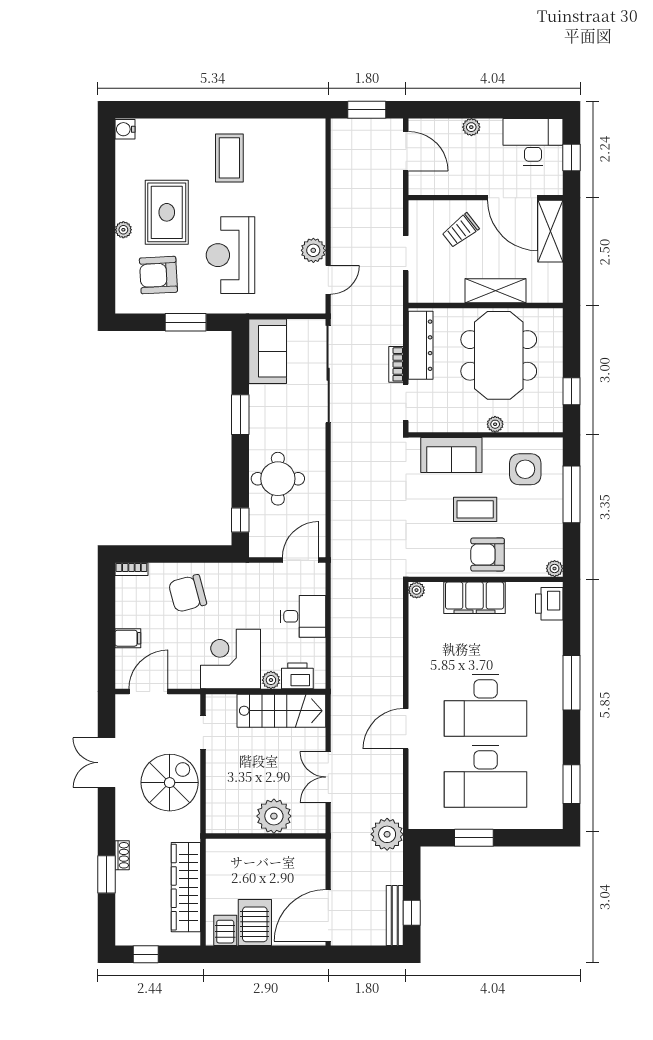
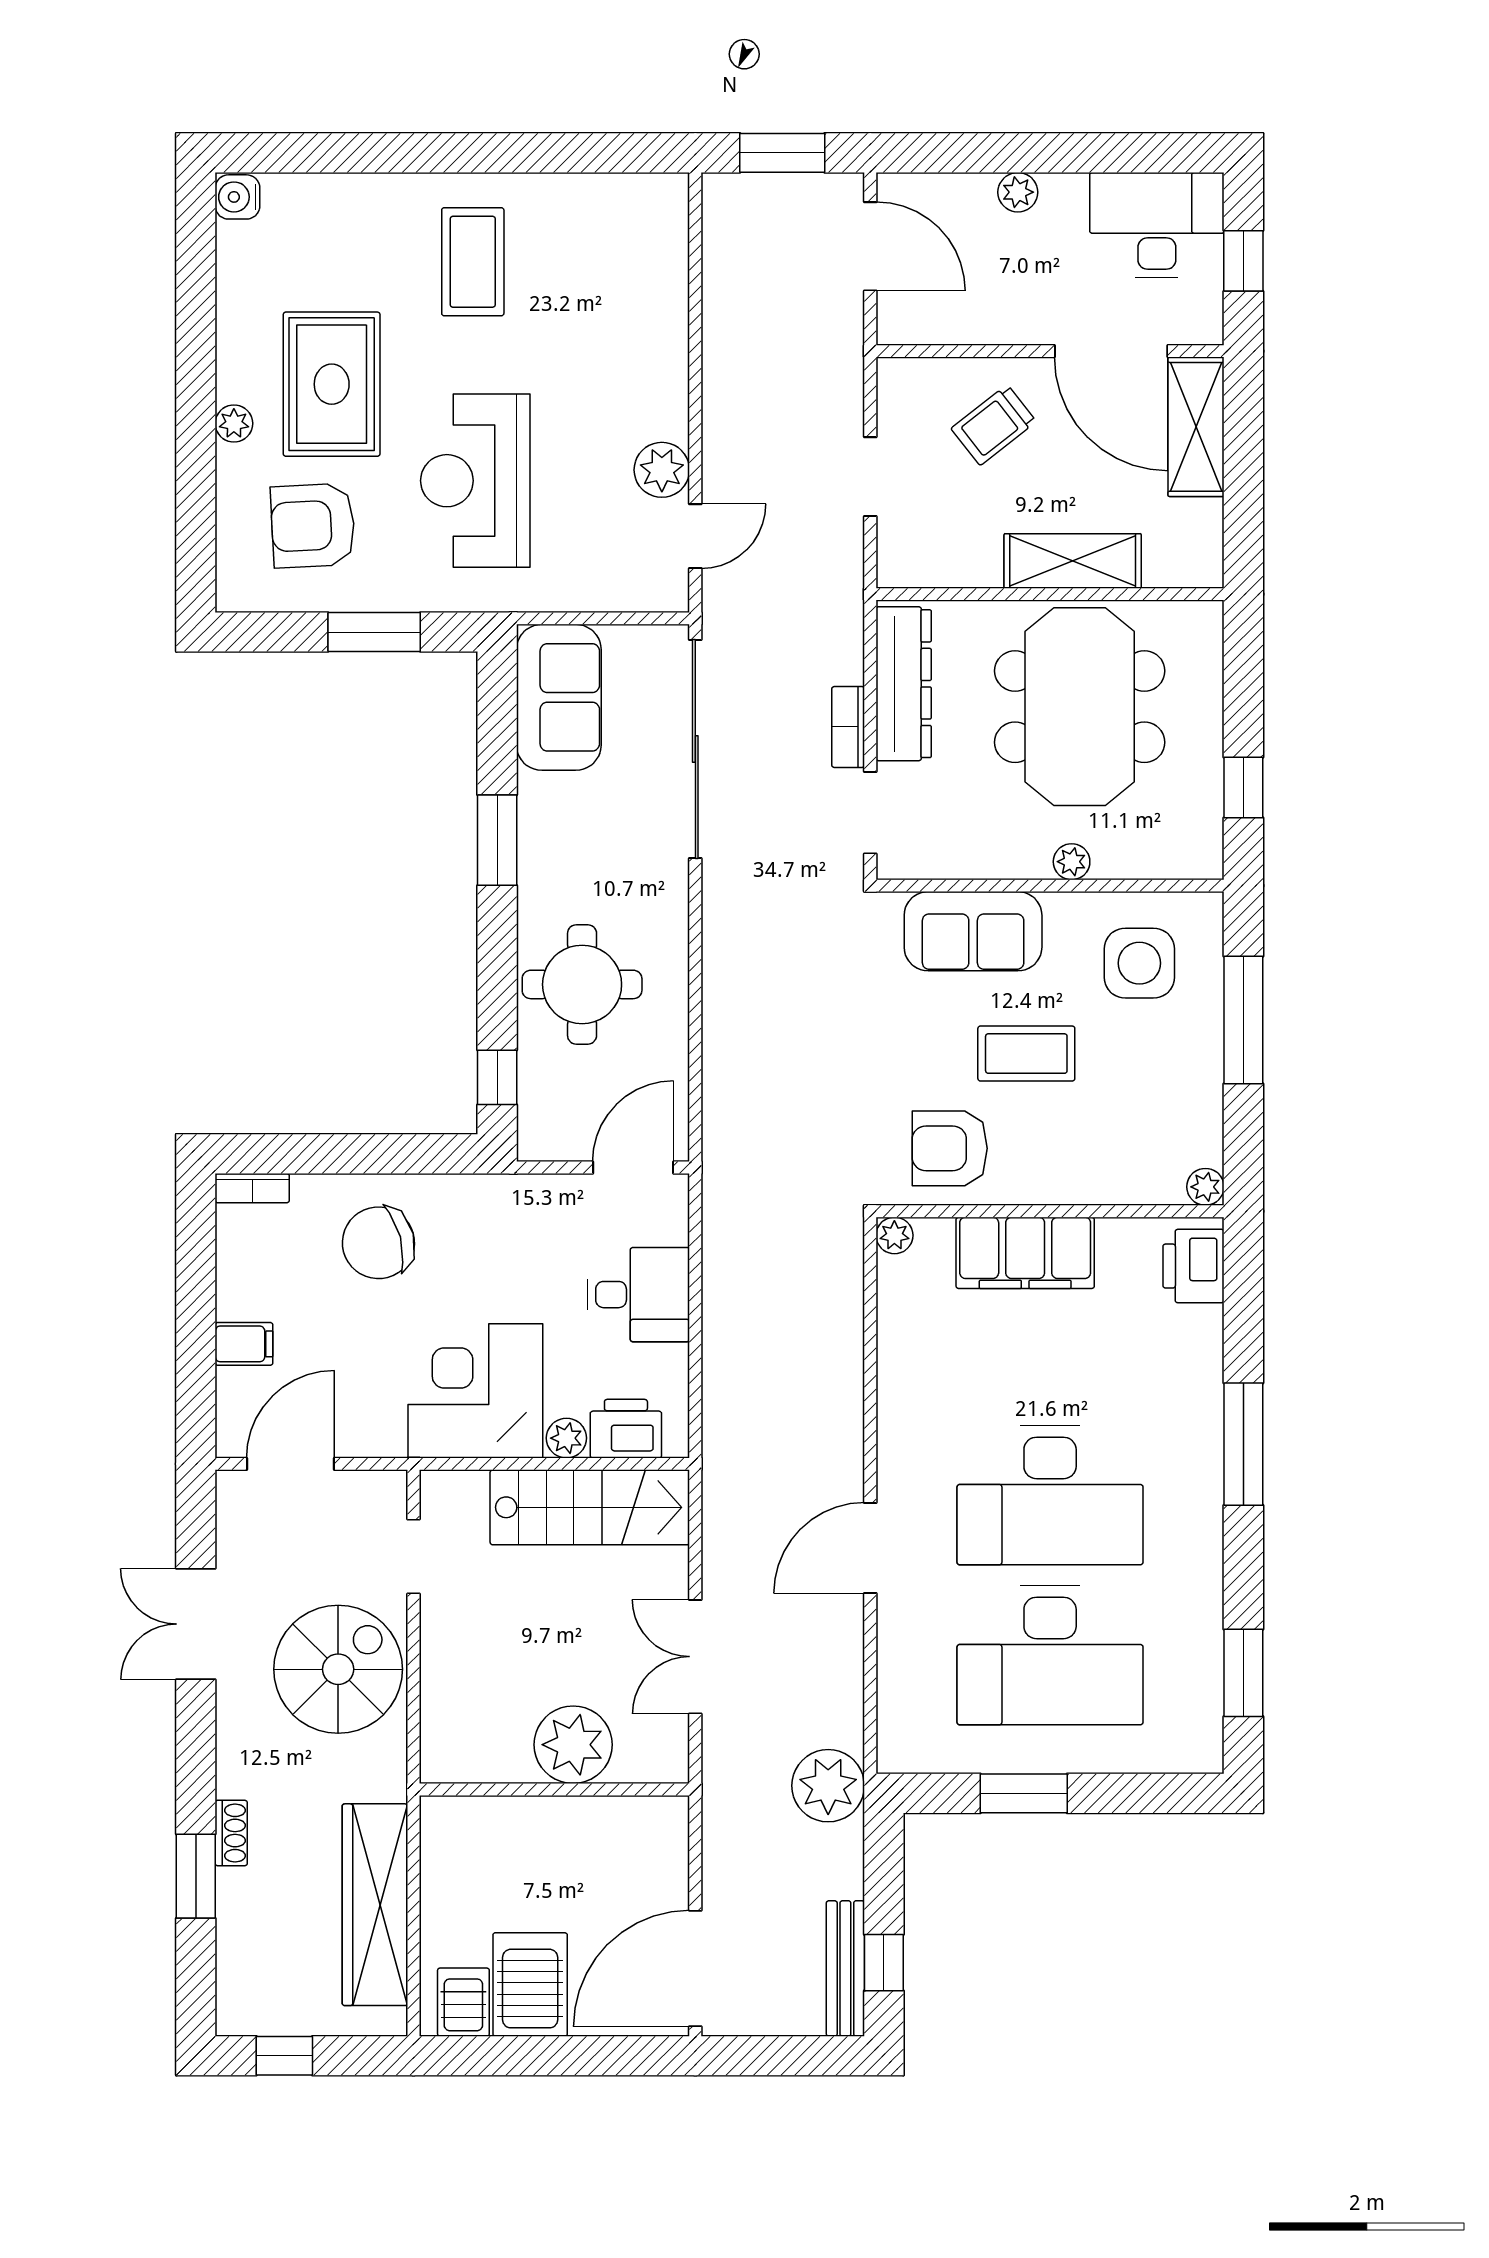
armchair: (488, 555) -> (950, 1148), moved

